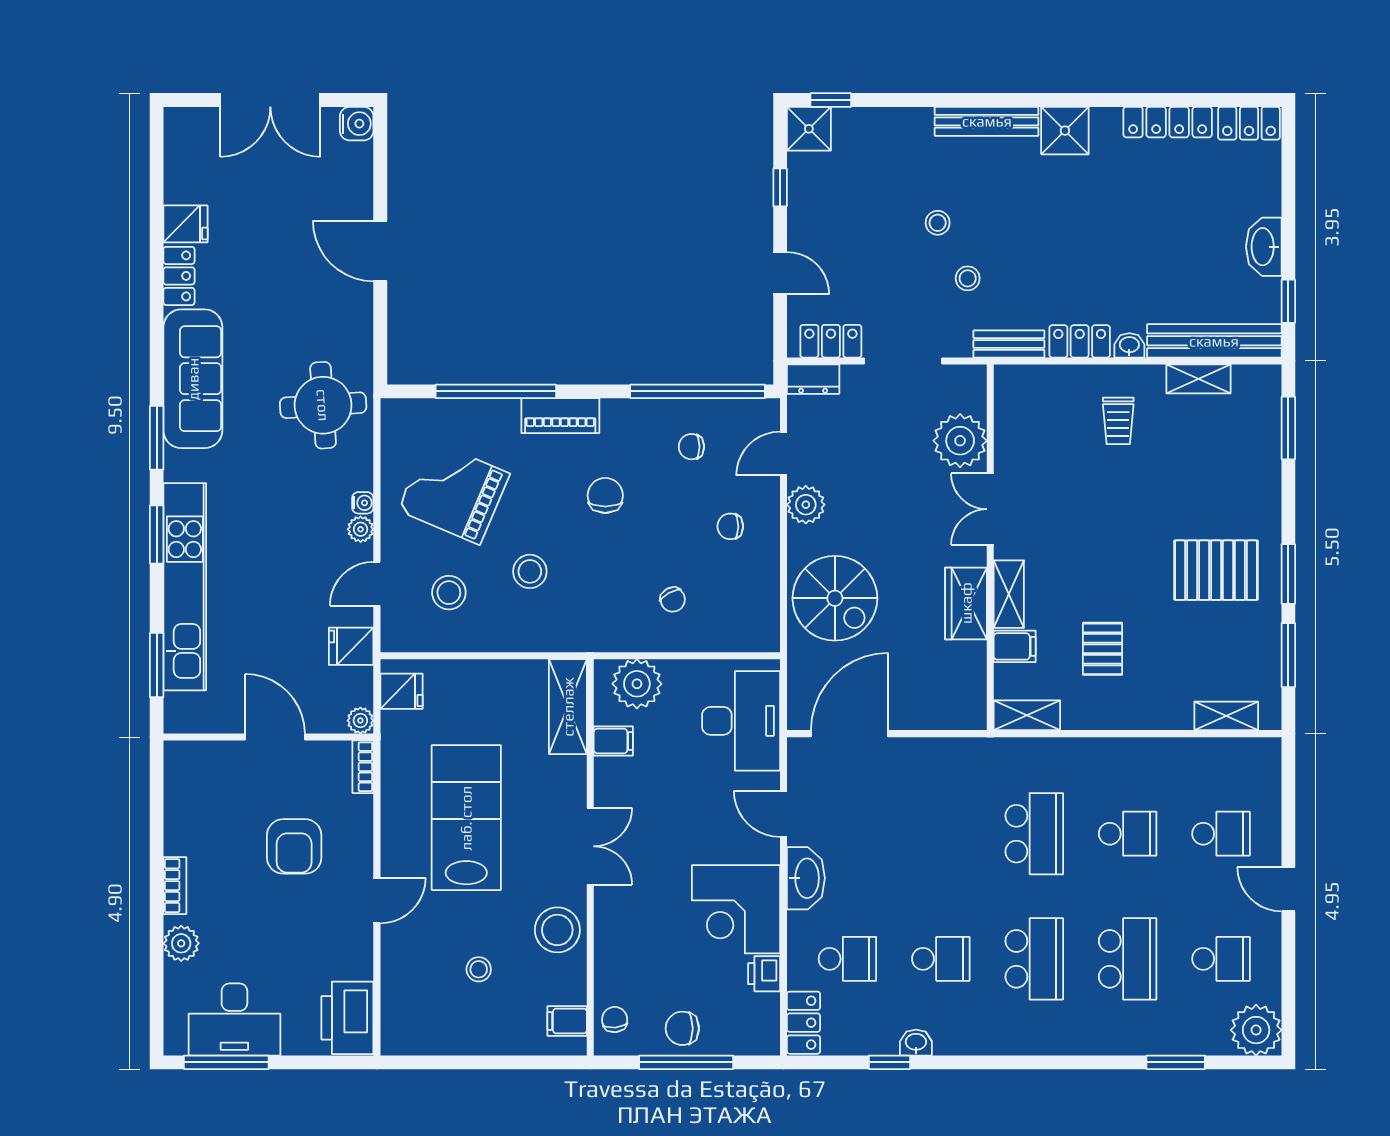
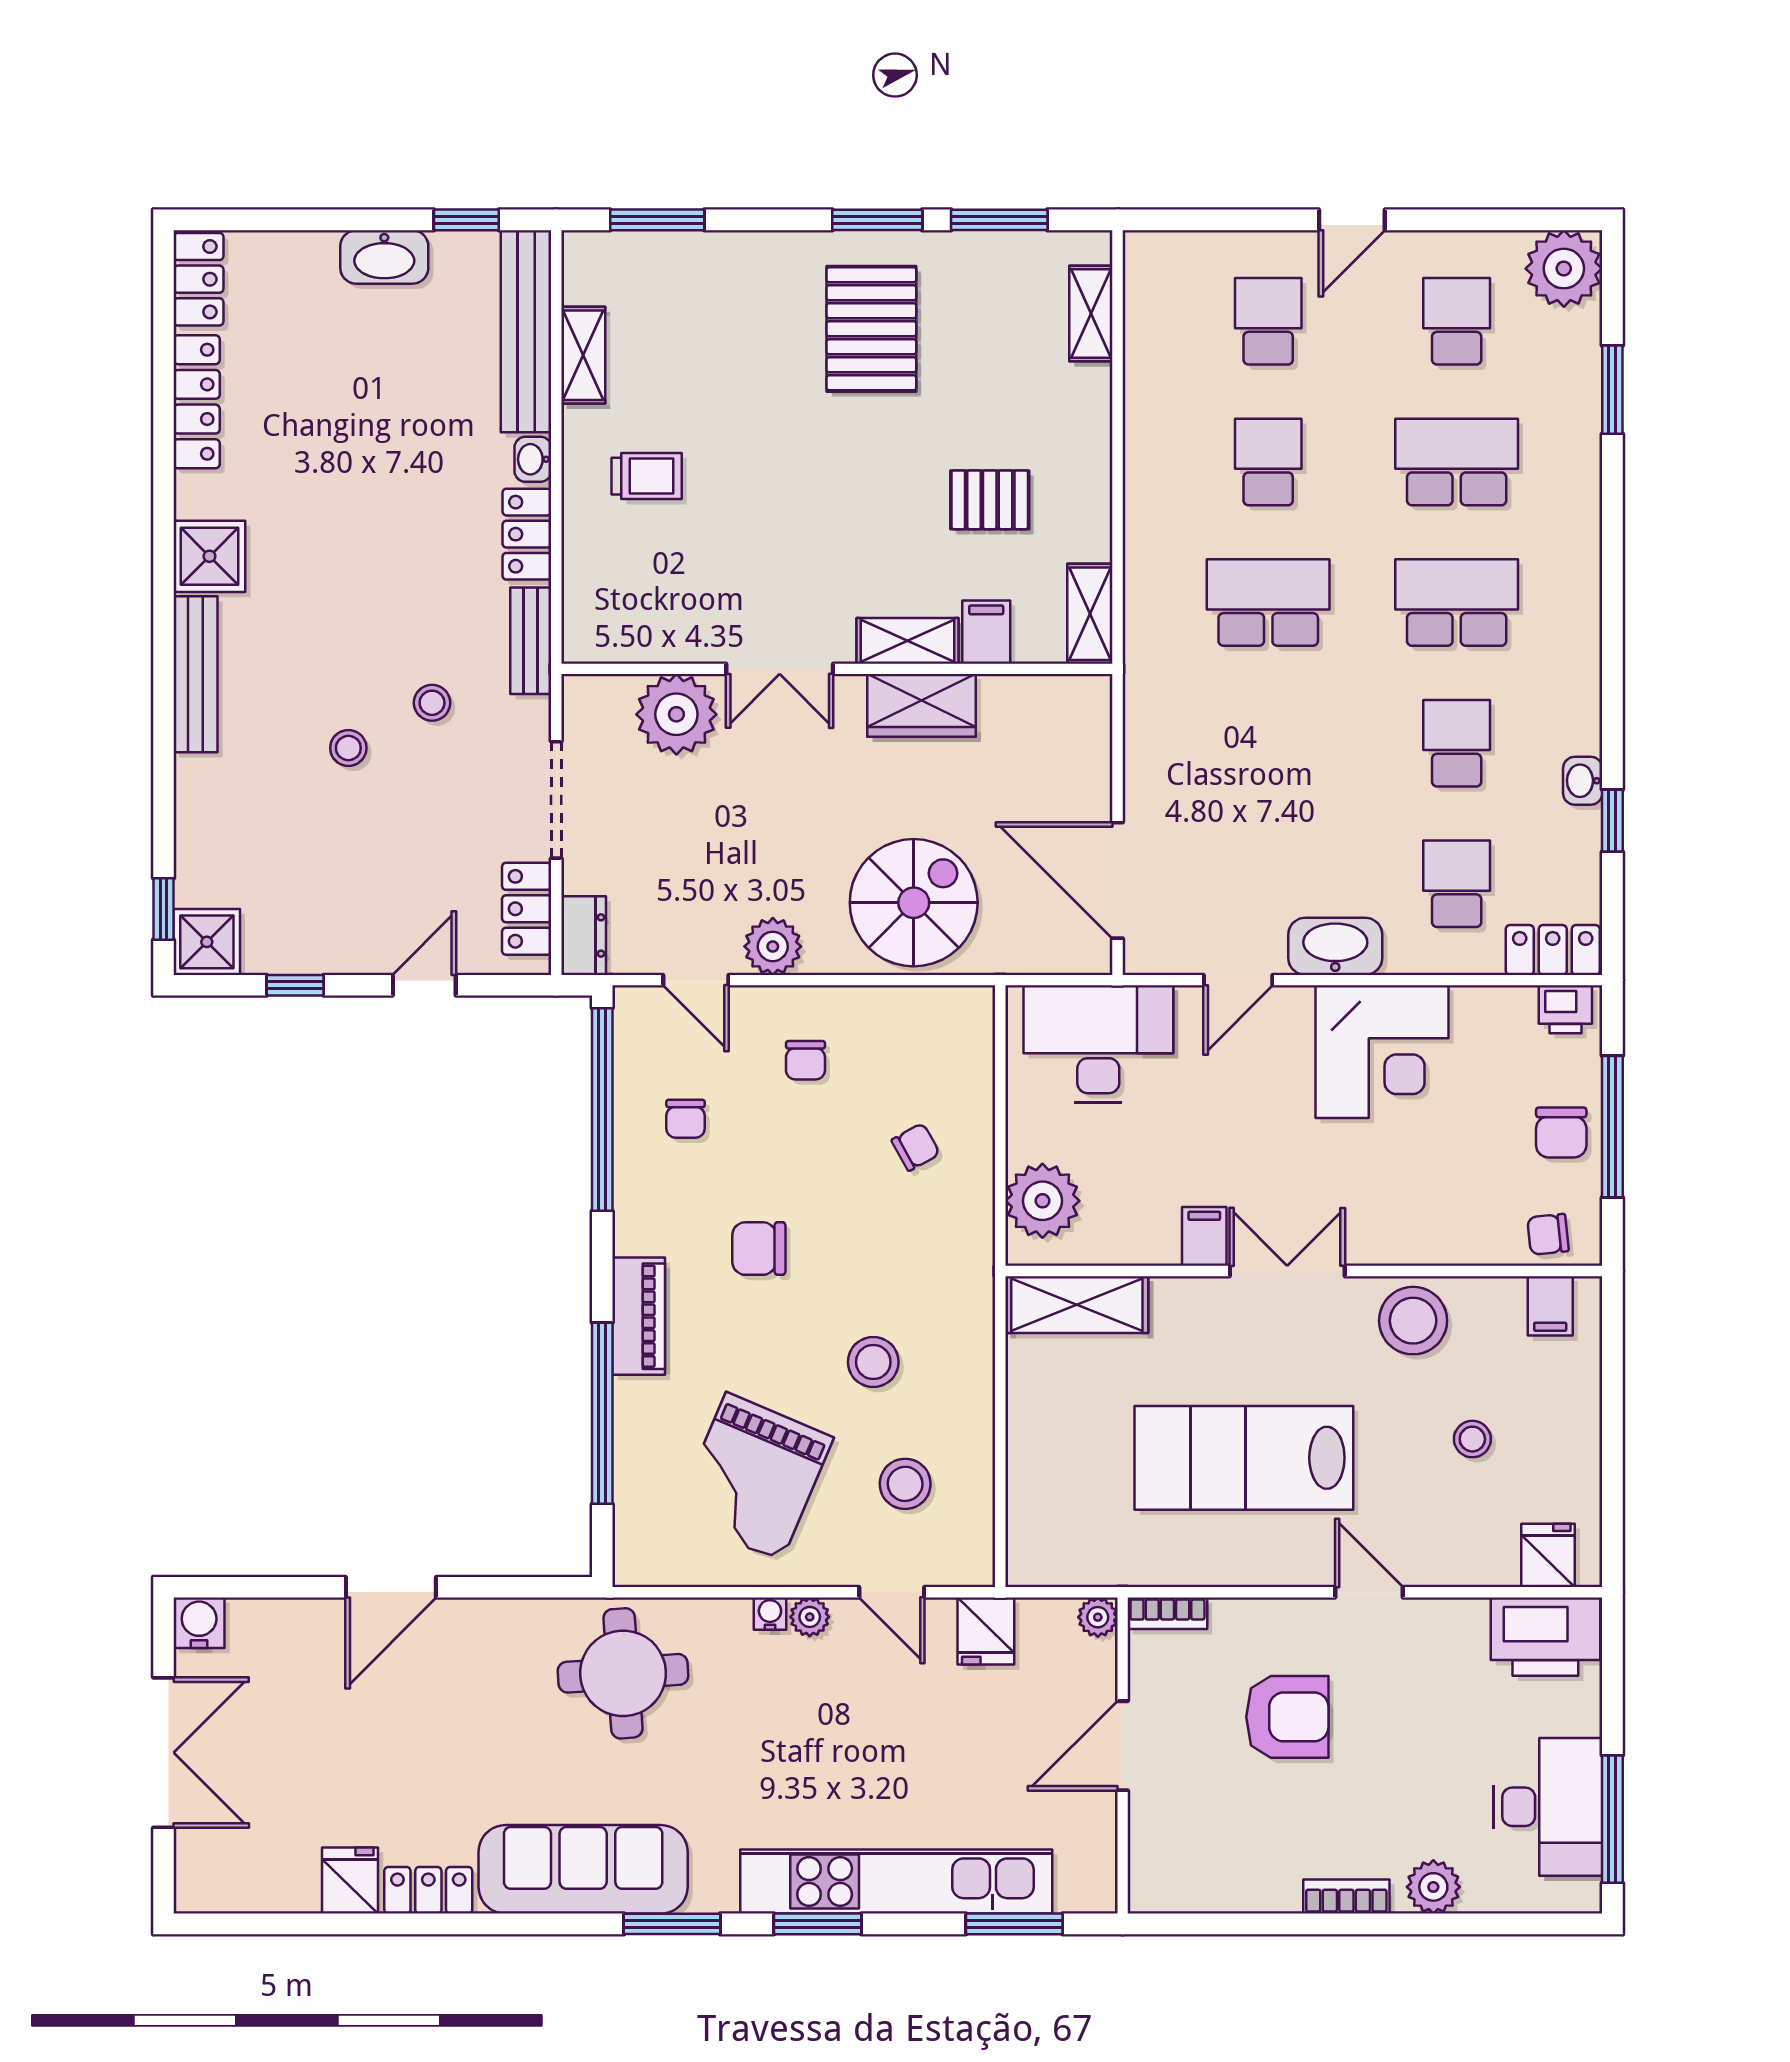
fridge: (401, 691) -> (1548, 1555), moved
filing cabinet: (613, 741) -> (1204, 1236), moved
printer: (764, 974) -> (1565, 1009), moved

